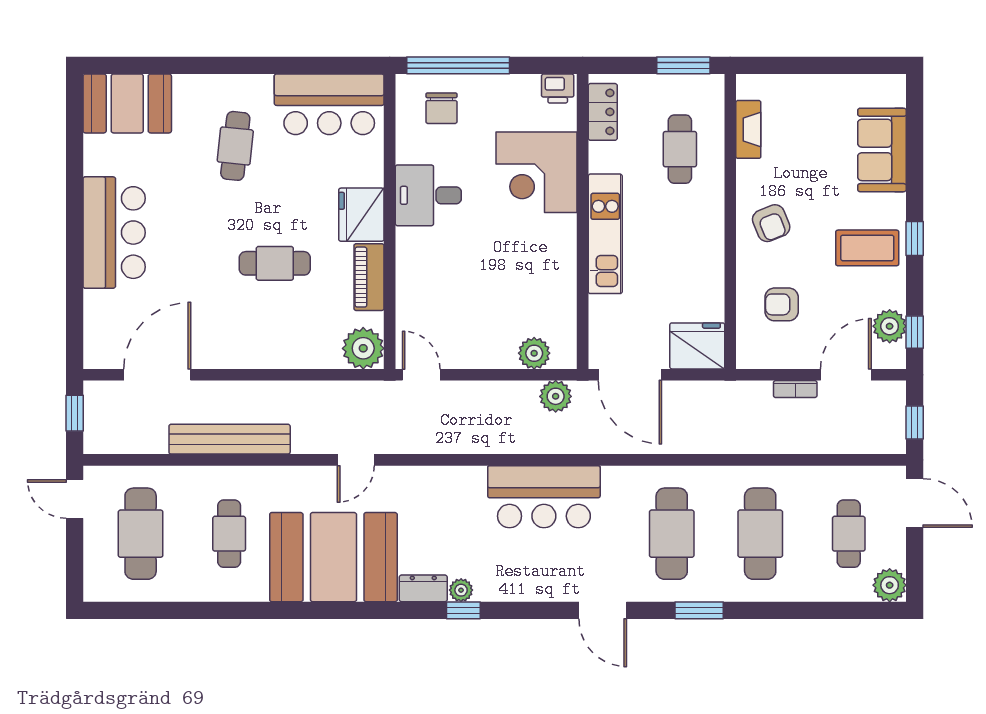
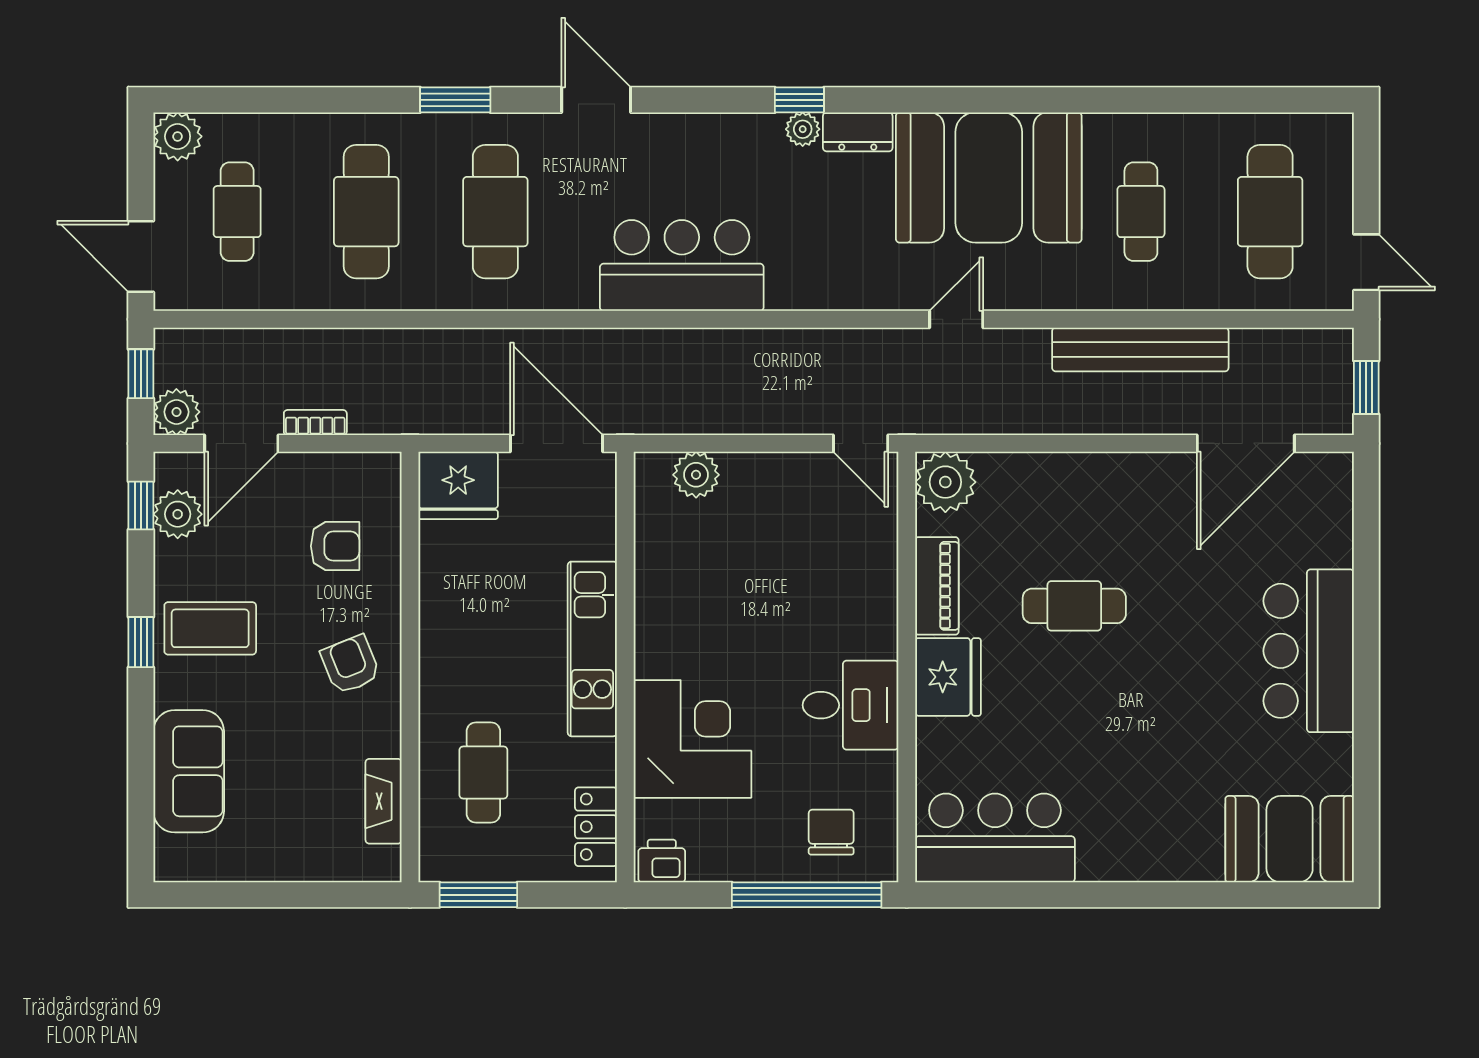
cafe table: (235, 146) -> (1132, 777), removed
plant: (556, 396) -> (176, 412), moved

